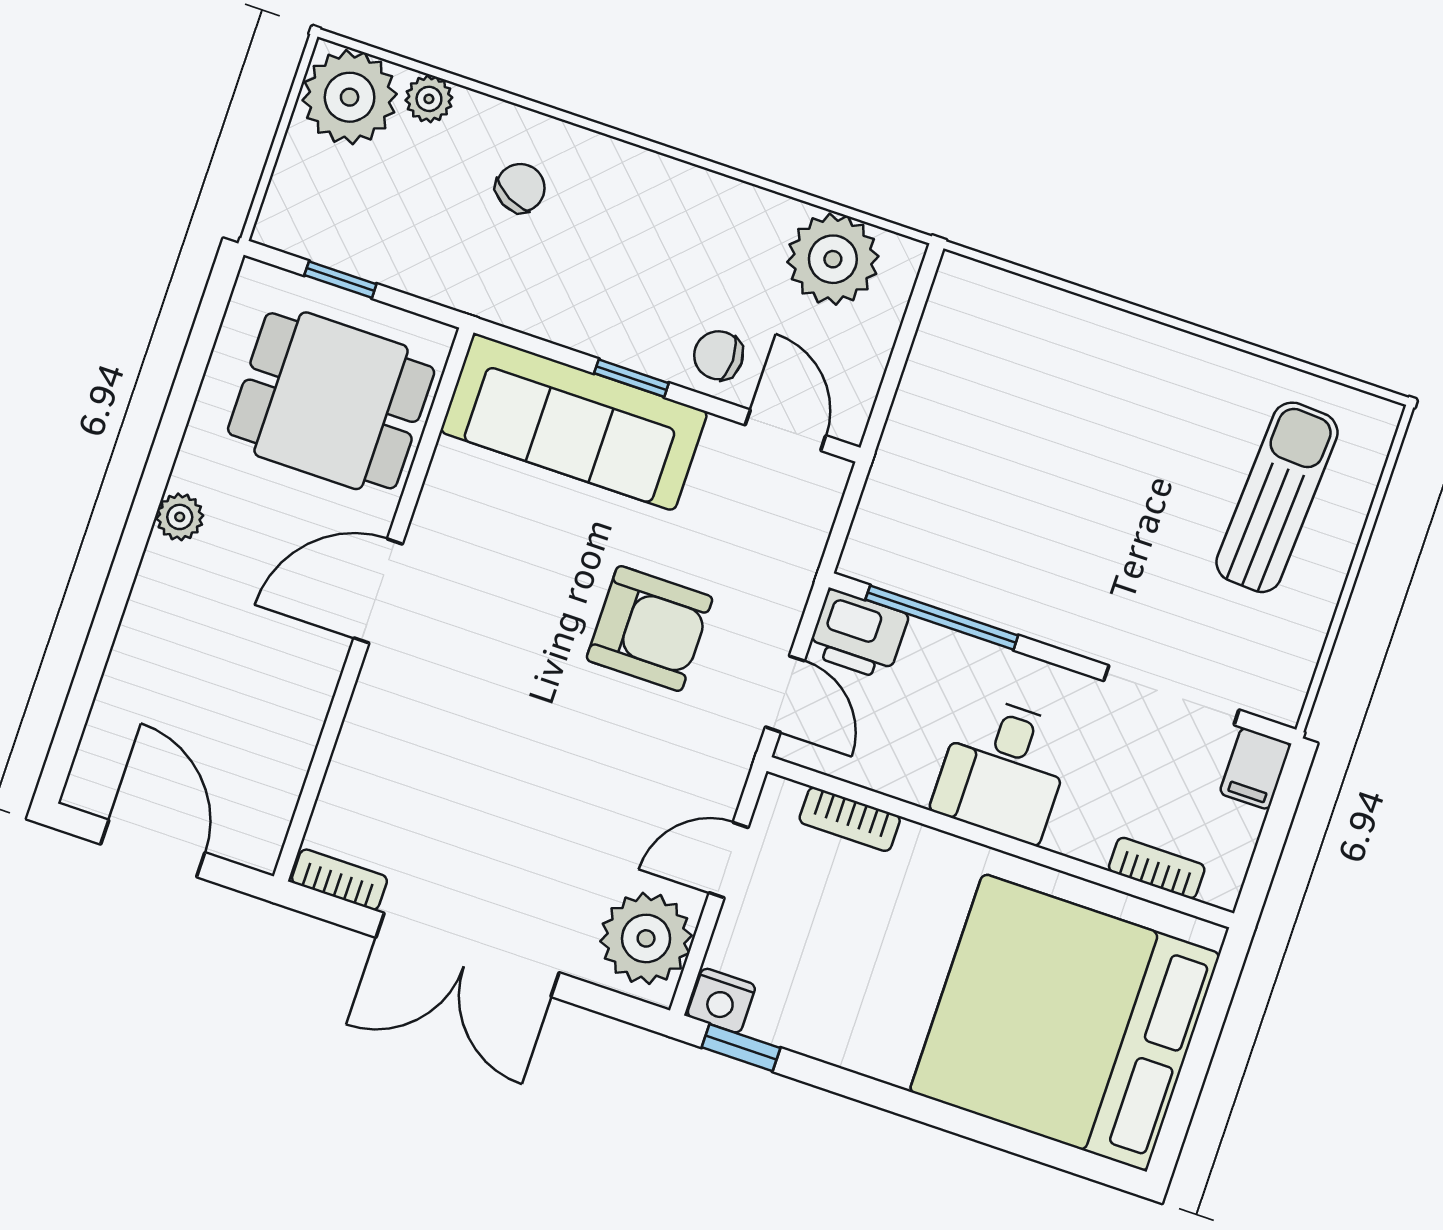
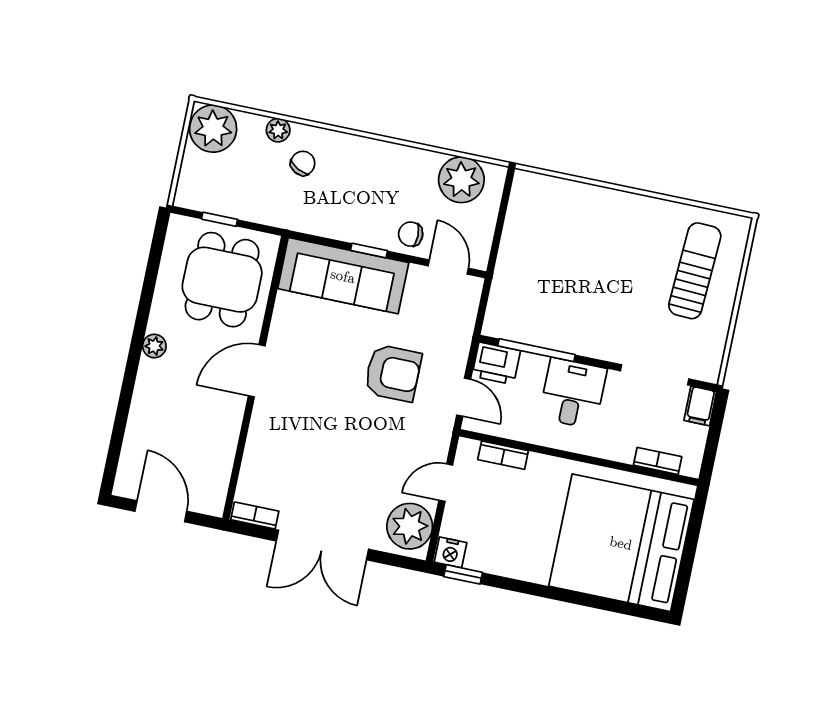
plant: (429, 99) -> (278, 130), moved
dining table: (331, 401) -> (222, 280), turned 90
desk: (1003, 769) -> (573, 393), moved, turned 180

